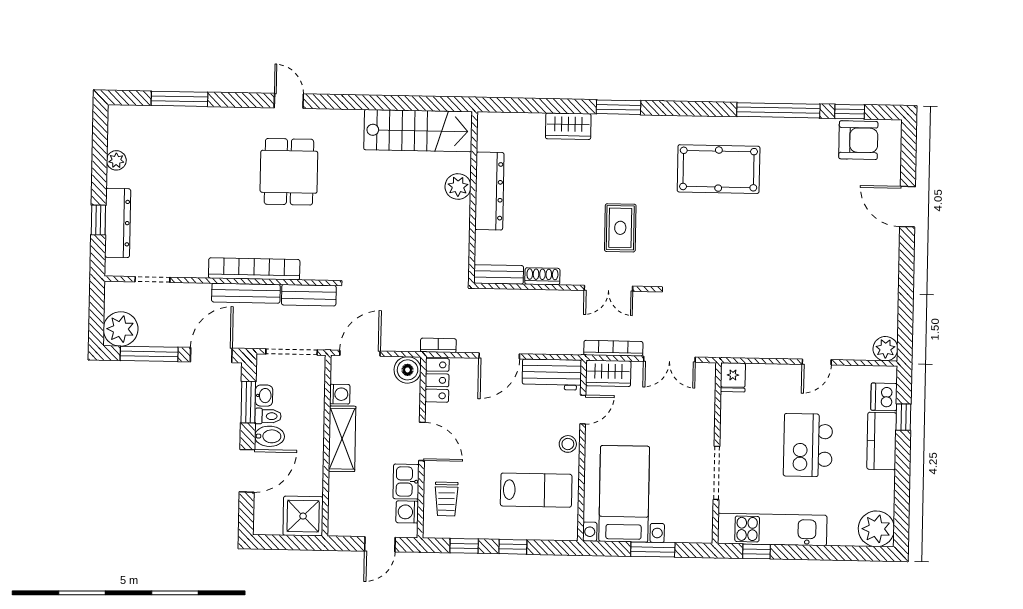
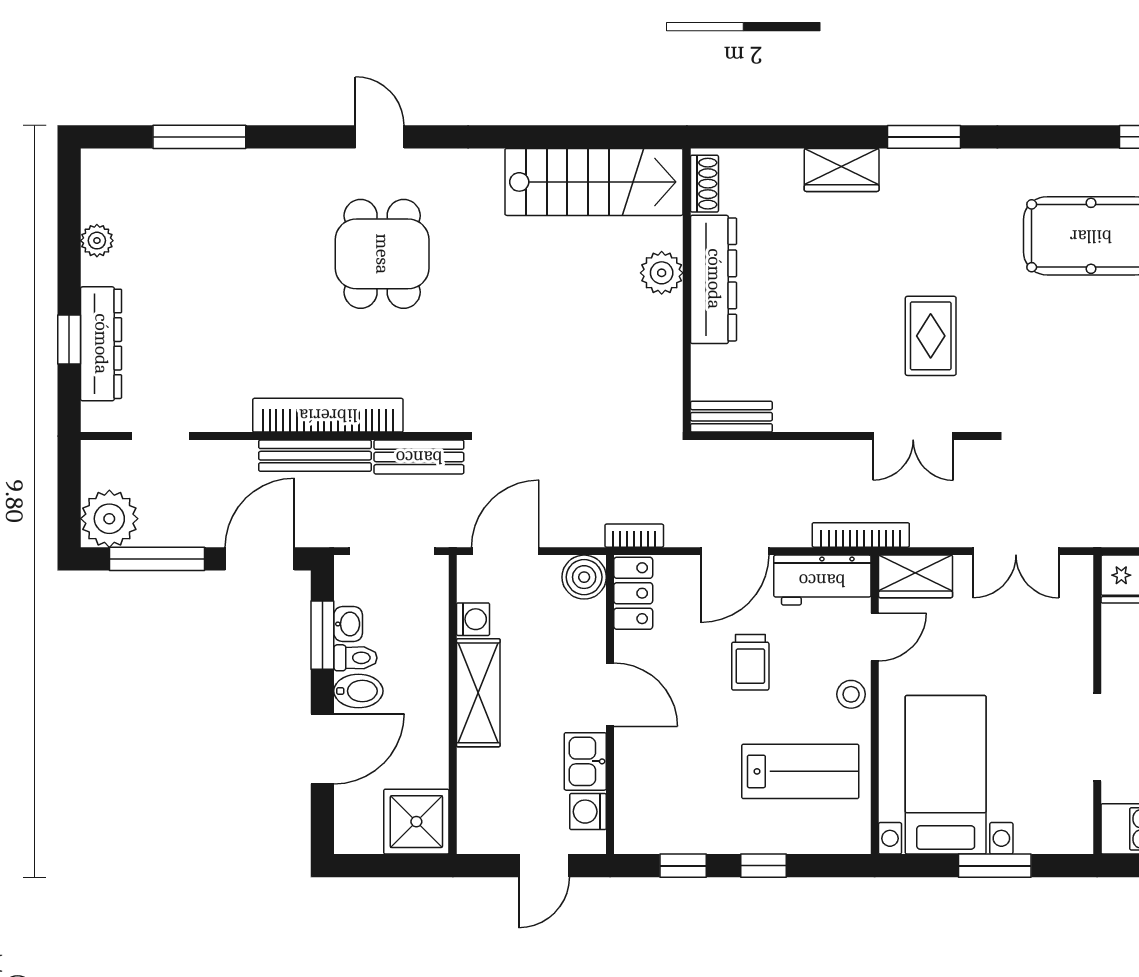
shoe rack: (542, 276) -> (704, 184), moved, turned 90
bookcase: (613, 348) -> (861, 535), moved
trolley: (446, 499) -> (750, 662), moved

